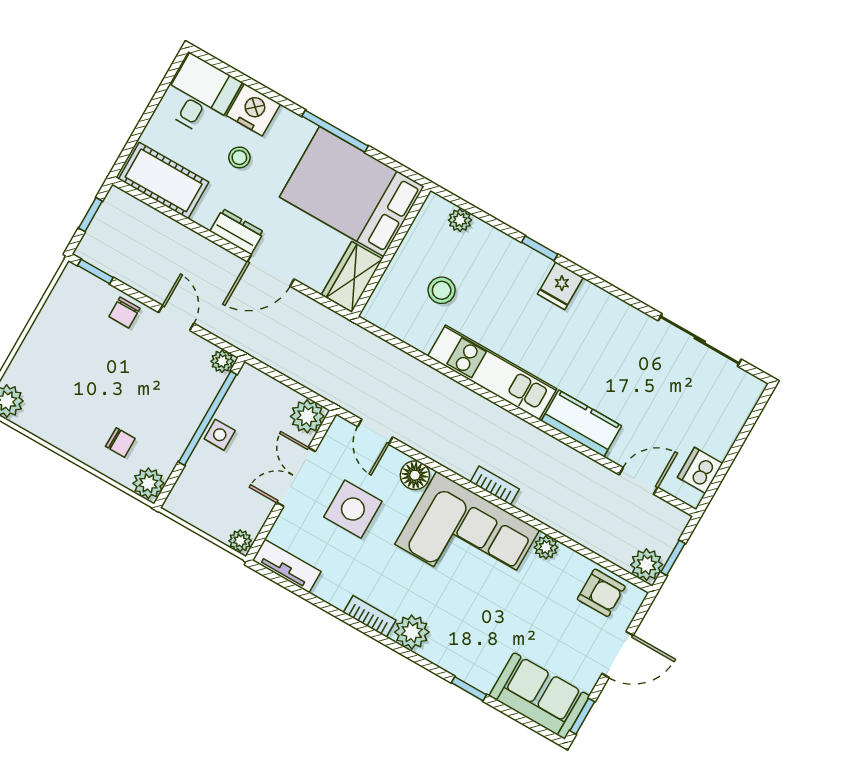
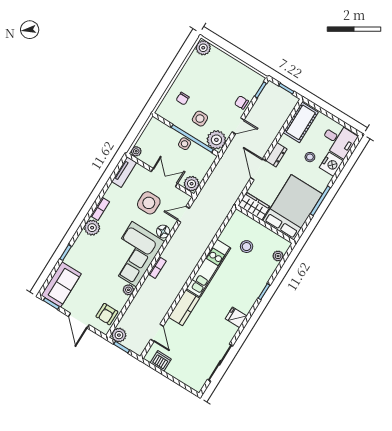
fridge: (560, 286) -> (236, 317), moved
plant: (222, 361) -> (216, 140), width x1.88, depth x1.88
side table: (163, 403) -> (200, 119), added
plant: (148, 483) -> (164, 111), removed

